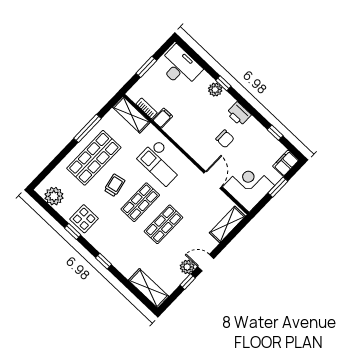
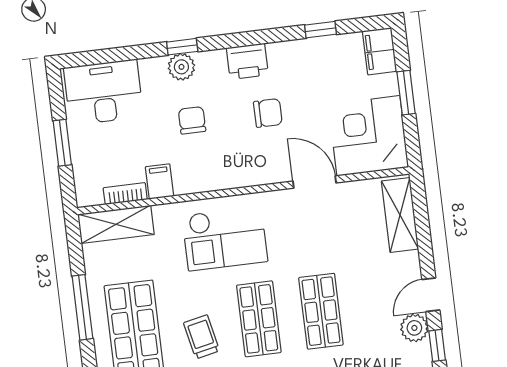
chair: (197, 111) -> (192, 120), added

